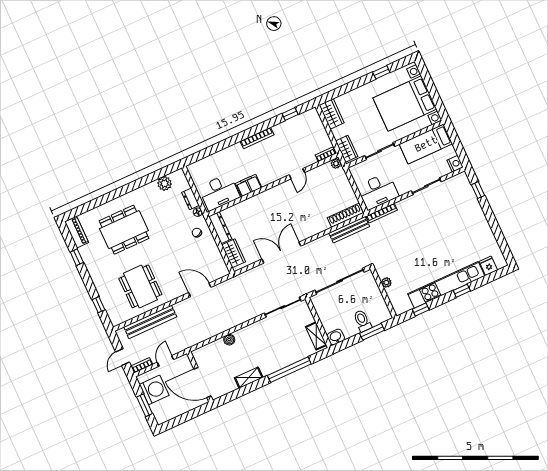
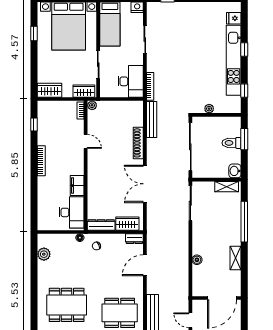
dresser: (190, 199) -> (134, 239), moved
shoe rack: (345, 215) -> (138, 143), moved
dining table: (124, 230) -> (67, 305), turned 90

